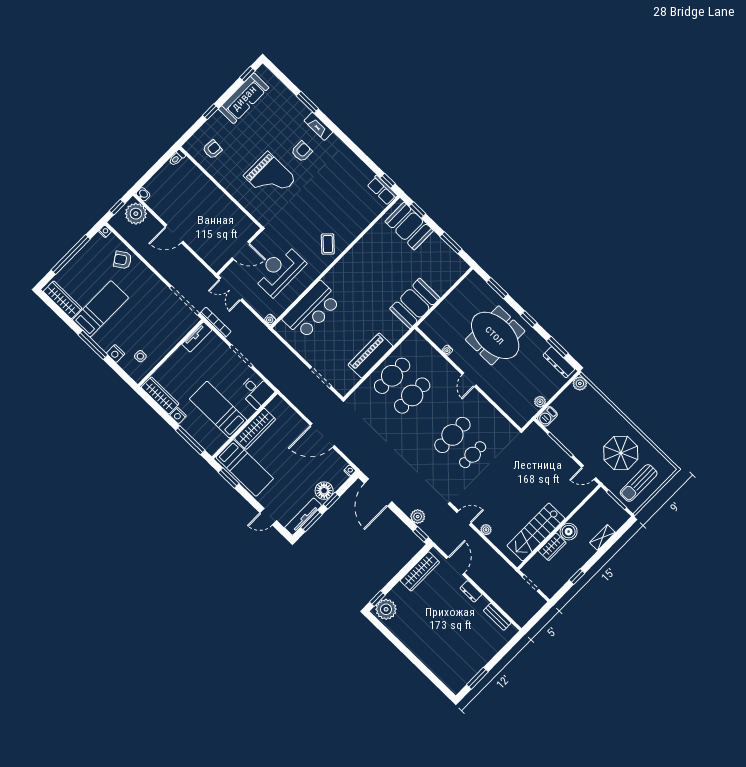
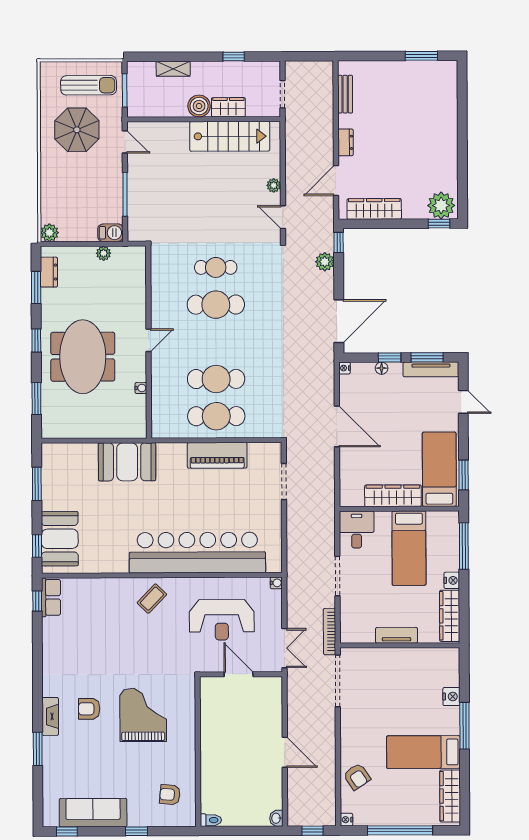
plant: (136, 214) -> (301, 807), removed
bar counter: (312, 310) -> (197, 553), width x1.86
tv unit: (197, 337) -> (396, 635), moved
side table: (140, 356) -> (431, 671), removed
dresser: (559, 362) -> (49, 272), width x0.70
floor lamp: (324, 491) -> (382, 368), width x0.53, depth x0.53

